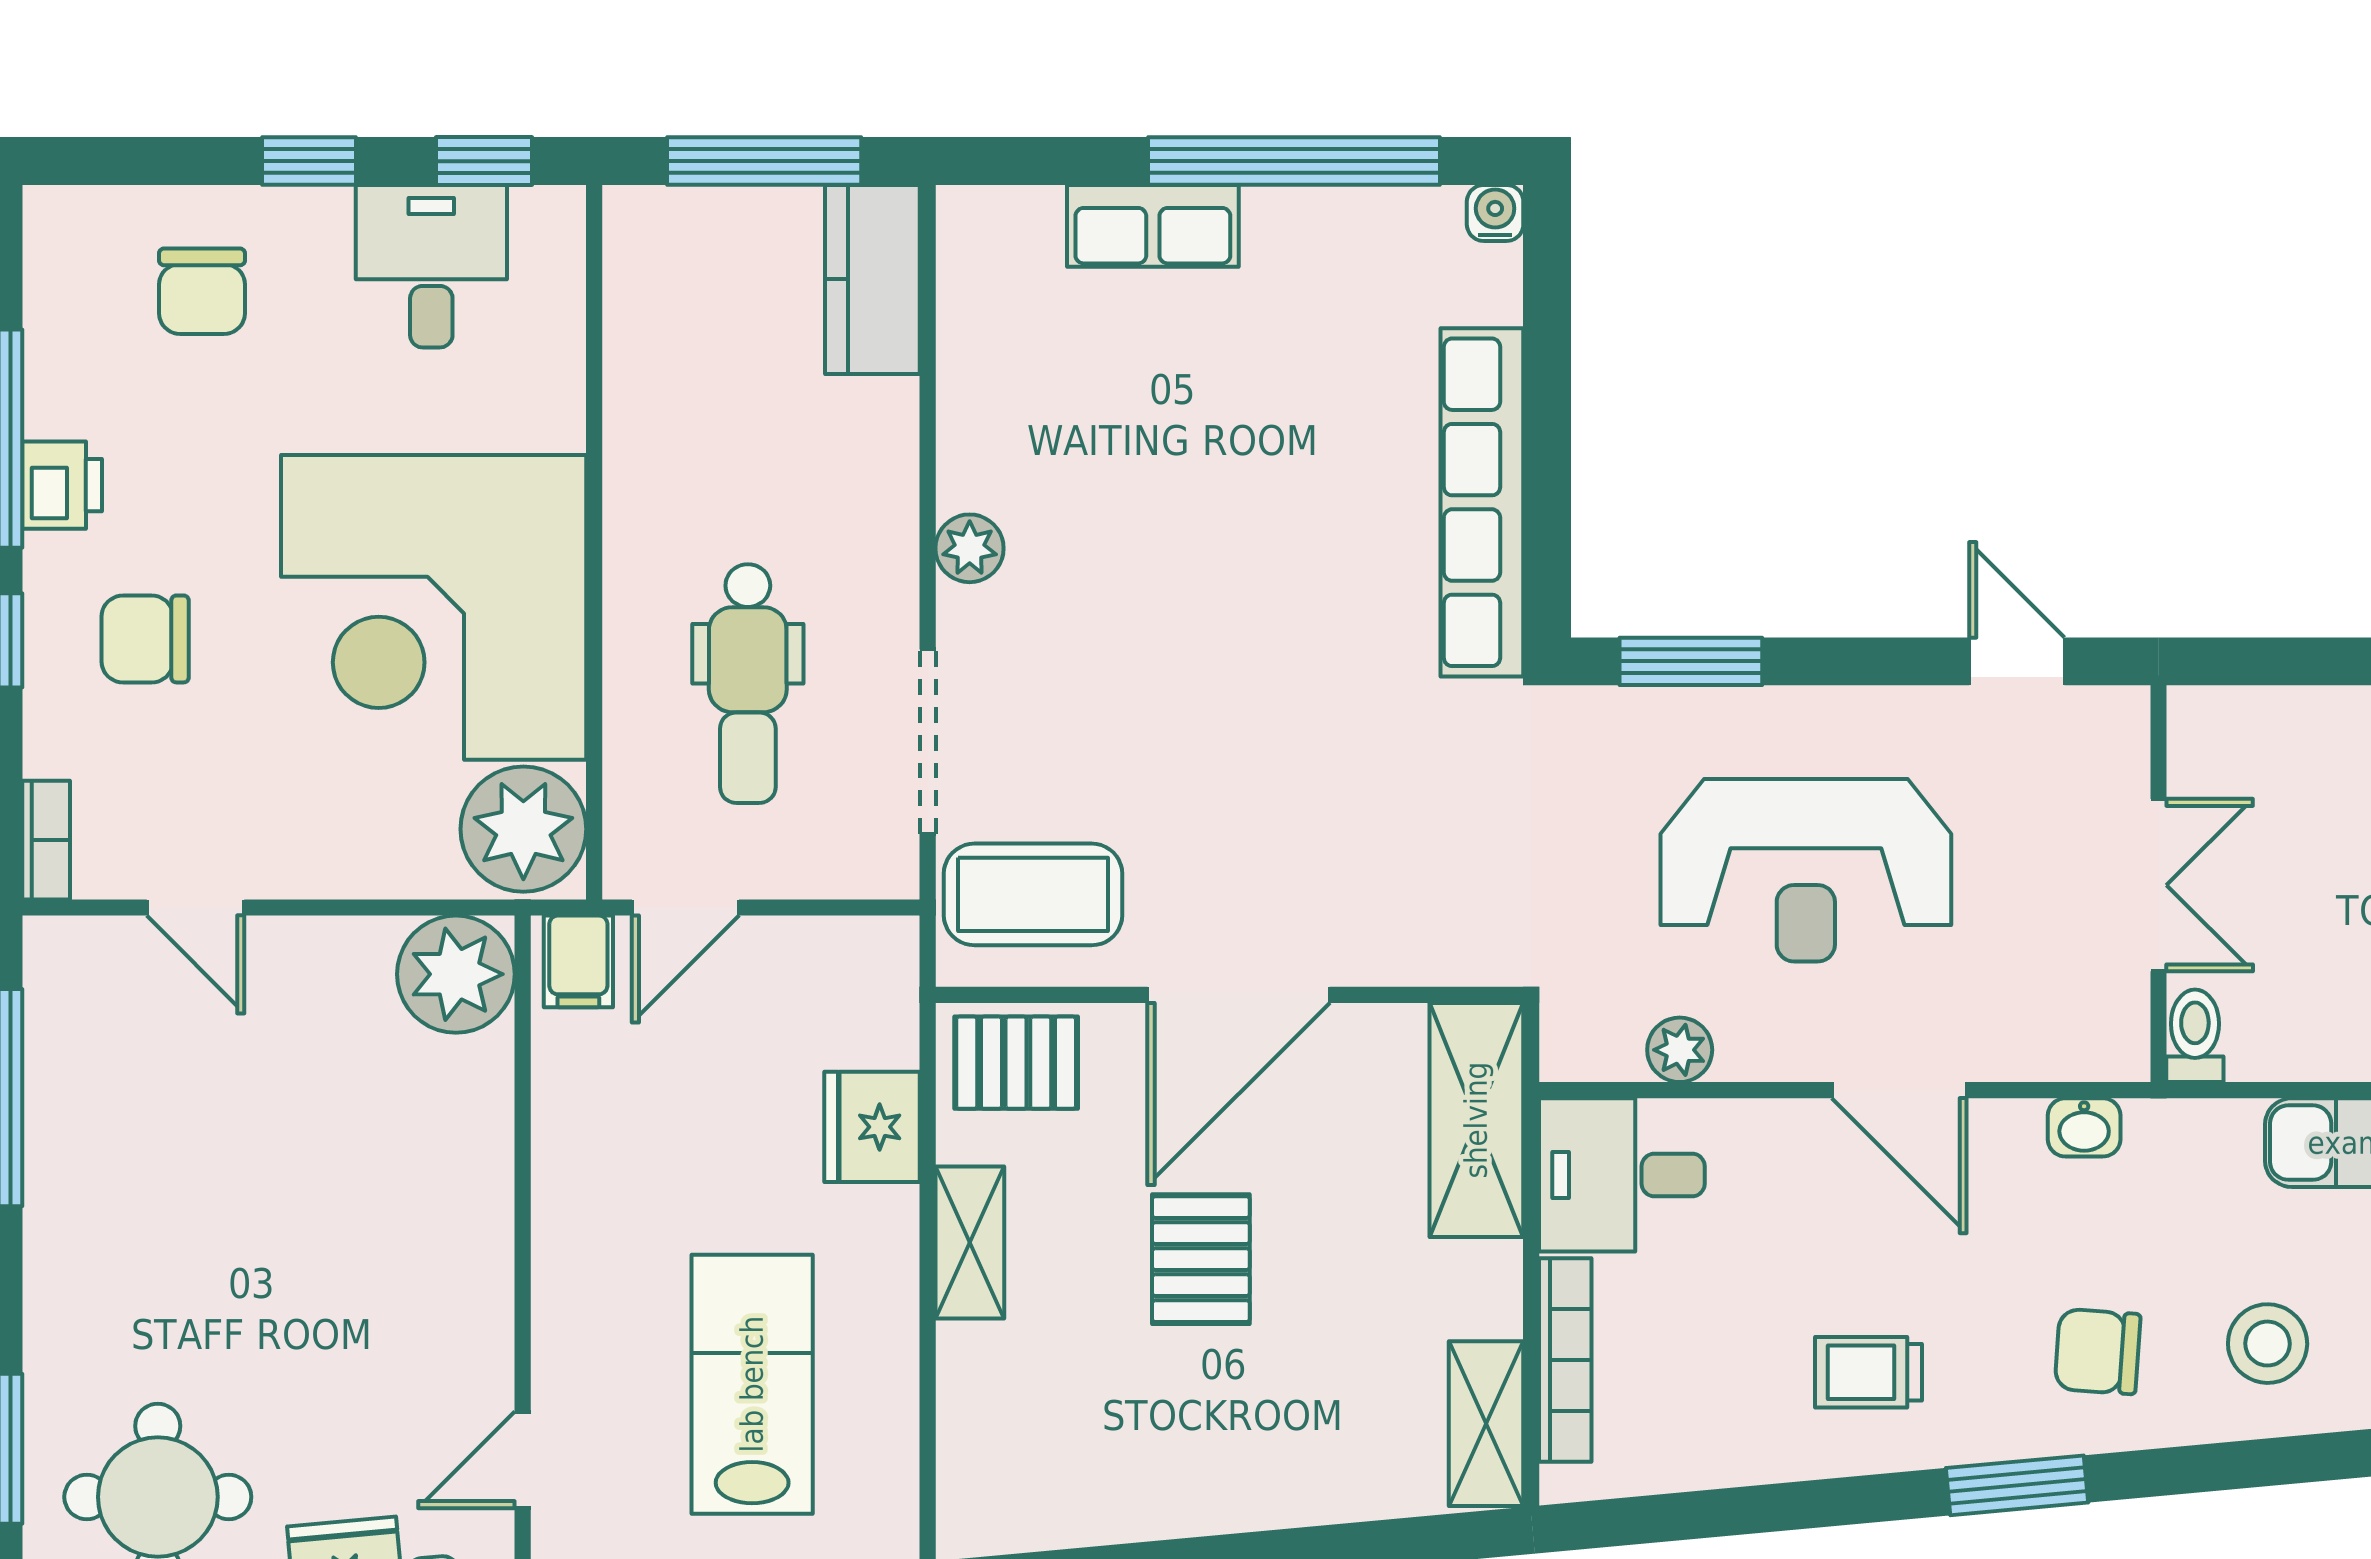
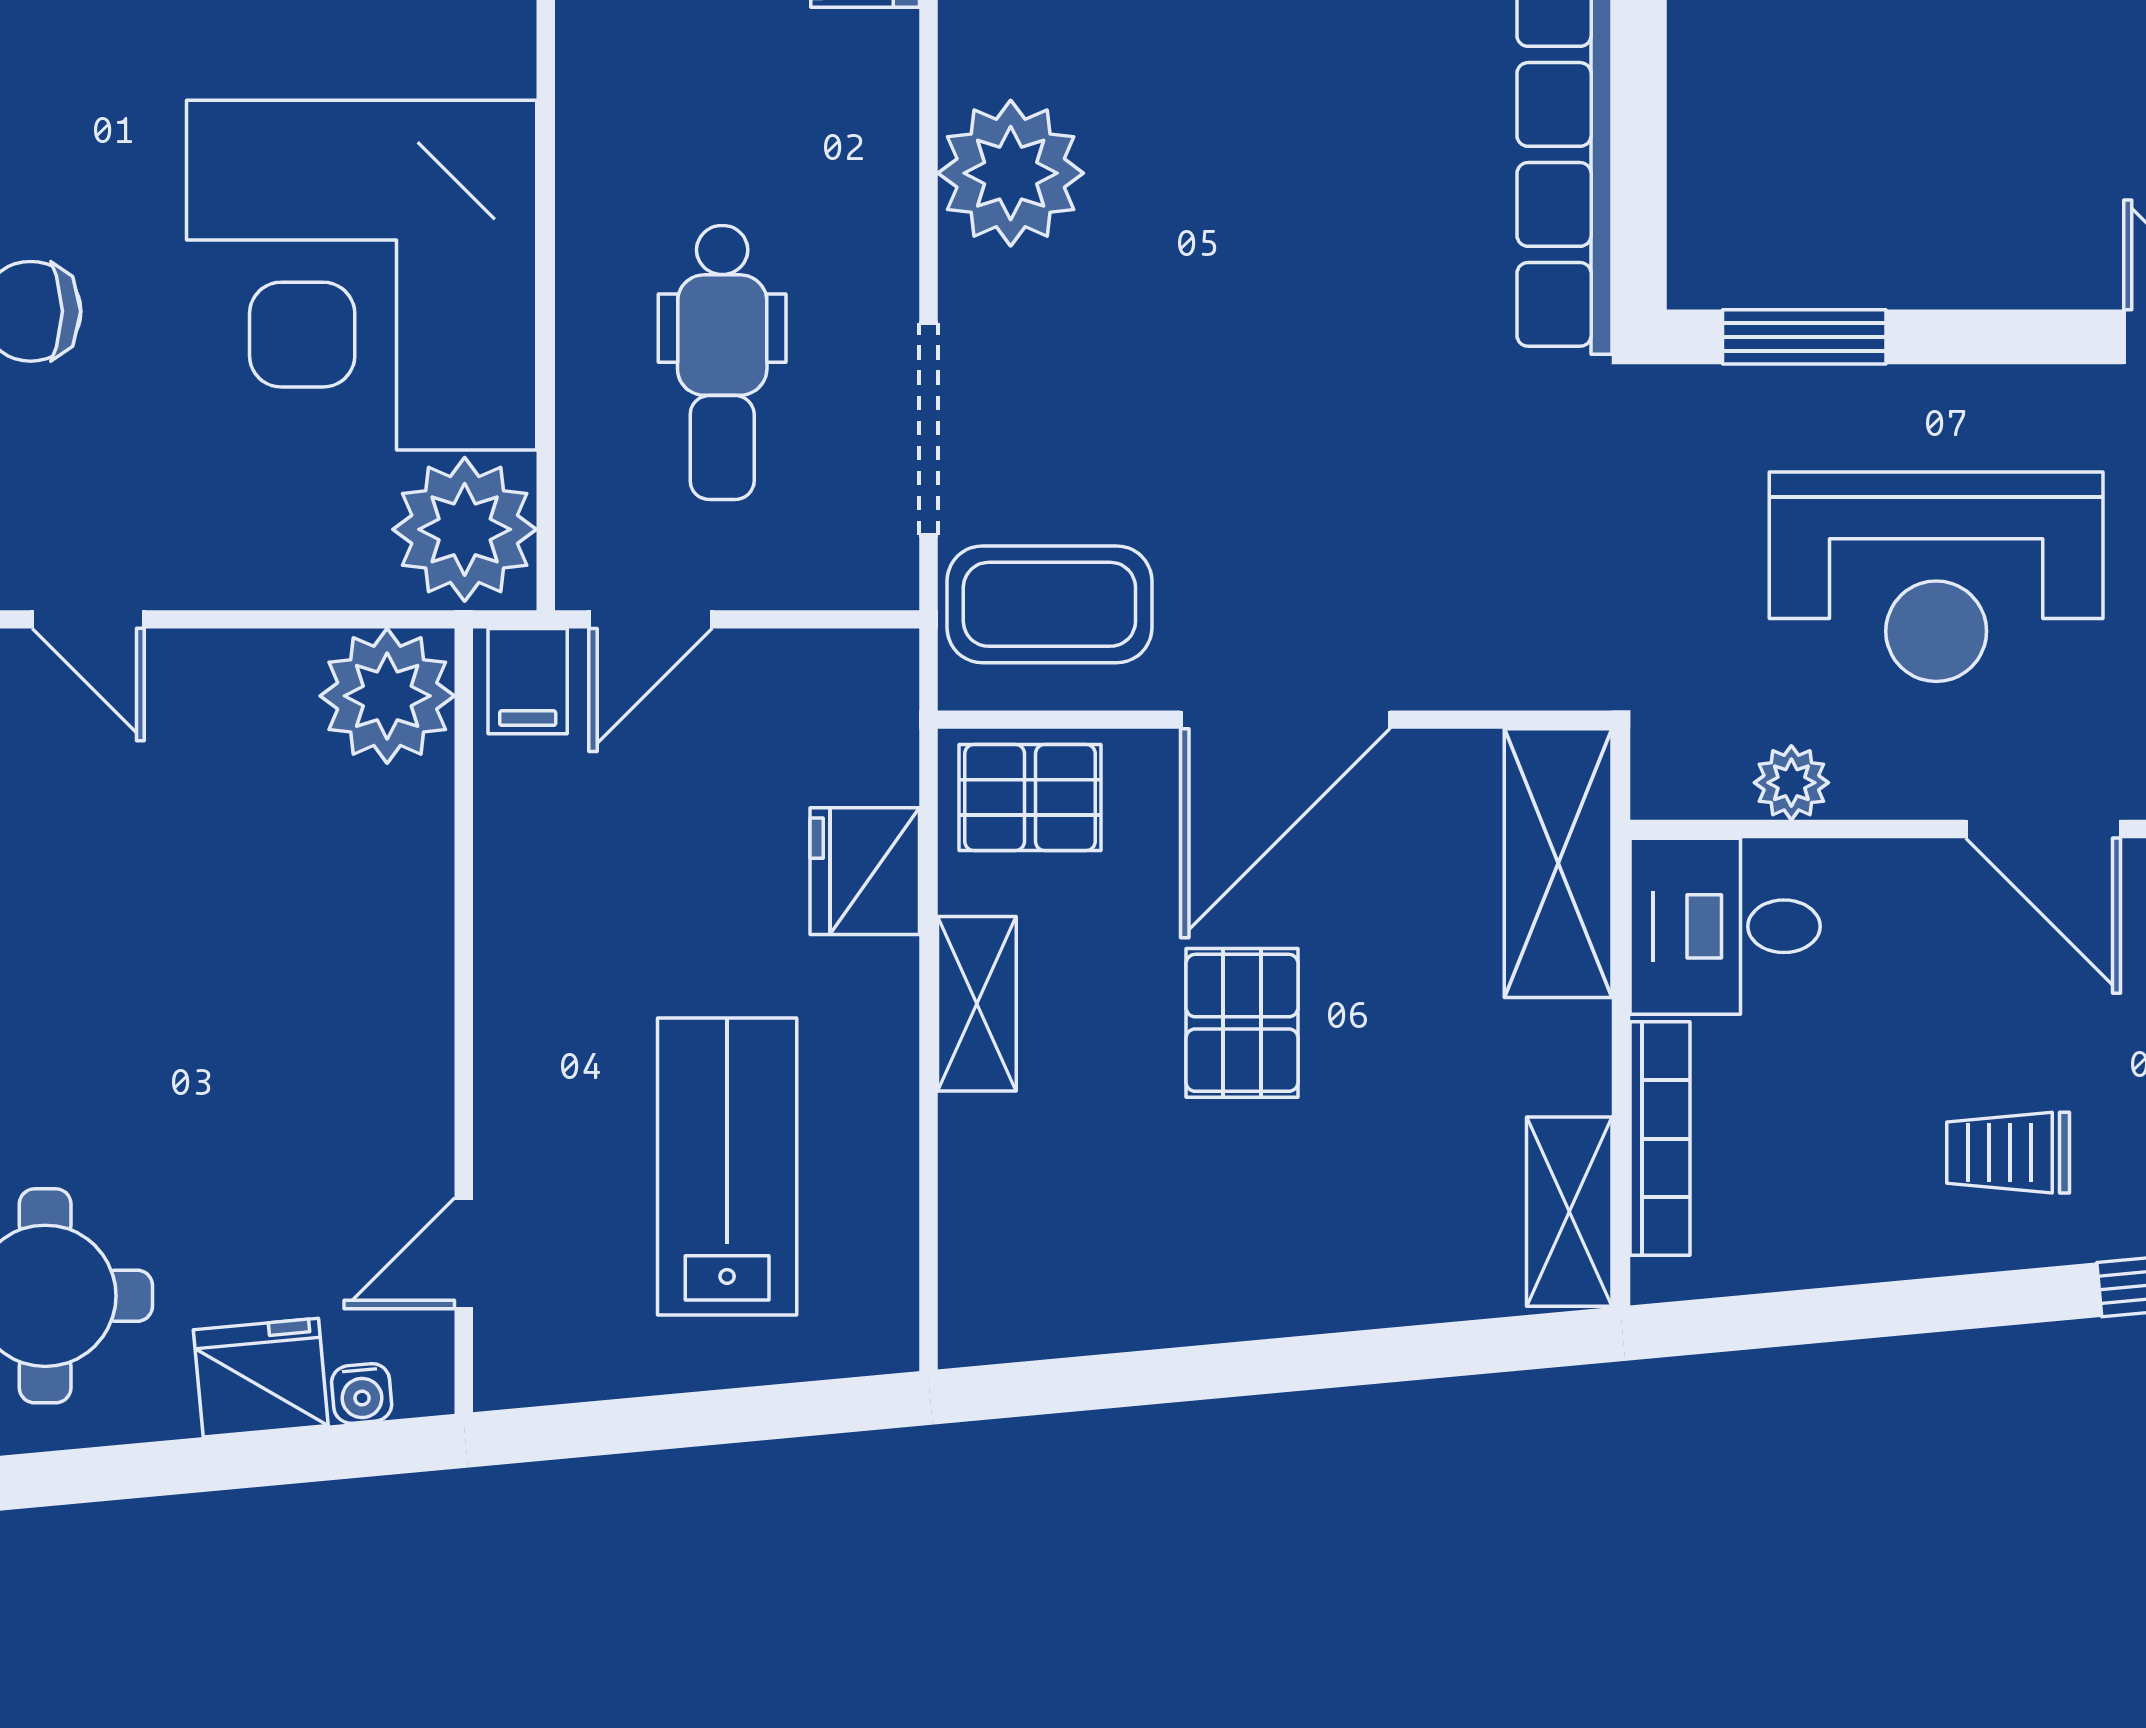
plant: (970, 548) -> (1011, 173), width x1.87, depth x1.87

